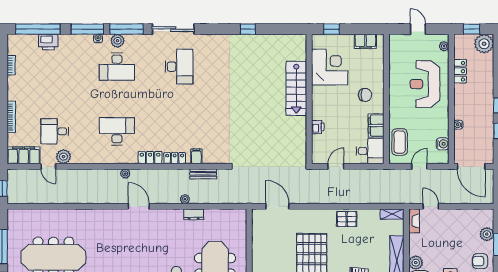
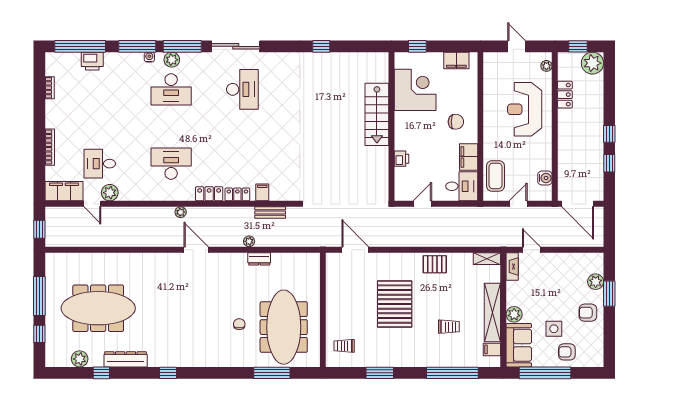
water cooler: (458, 125) -> (563, 156), removed

